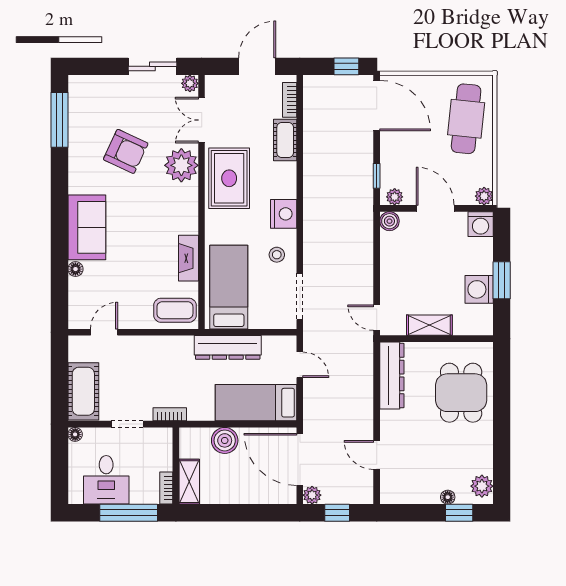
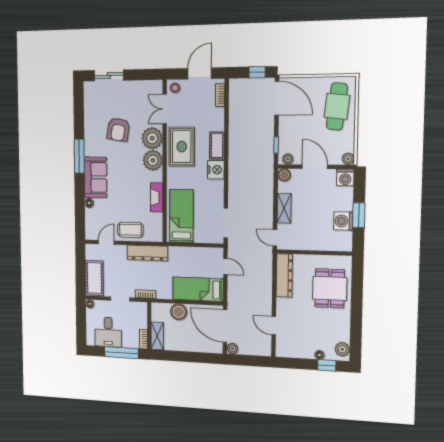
sliding door: (152, 66) -> (109, 75), moved
plant: (190, 83) -> (153, 160), moved, width x1.88, depth x1.88
window: (59, 120) -> (79, 156), moved
cot: (285, 140) -> (217, 146), moved
armchair: (126, 151) -> (118, 130), turned 74
stool: (277, 255) -> (175, 88), moved
coffee table: (175, 310) -> (130, 230), moved
shelving: (429, 325) -> (284, 208), moved, turned 90
dresser: (228, 347) -> (147, 253), moved
window: (337, 513) -> (248, 360), removed

